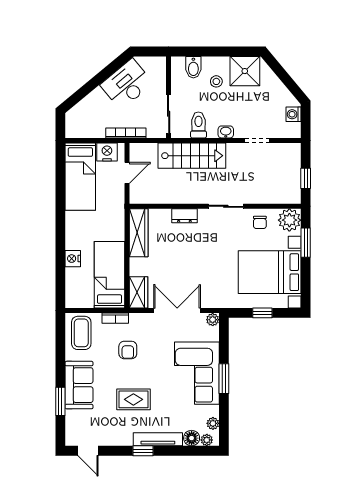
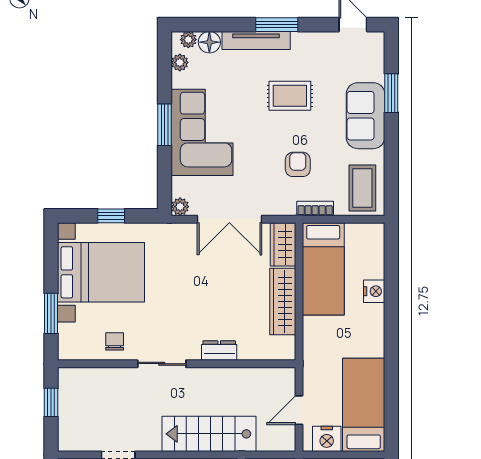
plant: (289, 220) -> (74, 345), removed
wardrobe: (139, 233) -> (283, 301), moved
window: (143, 451) -> (277, 25), width x1.50

